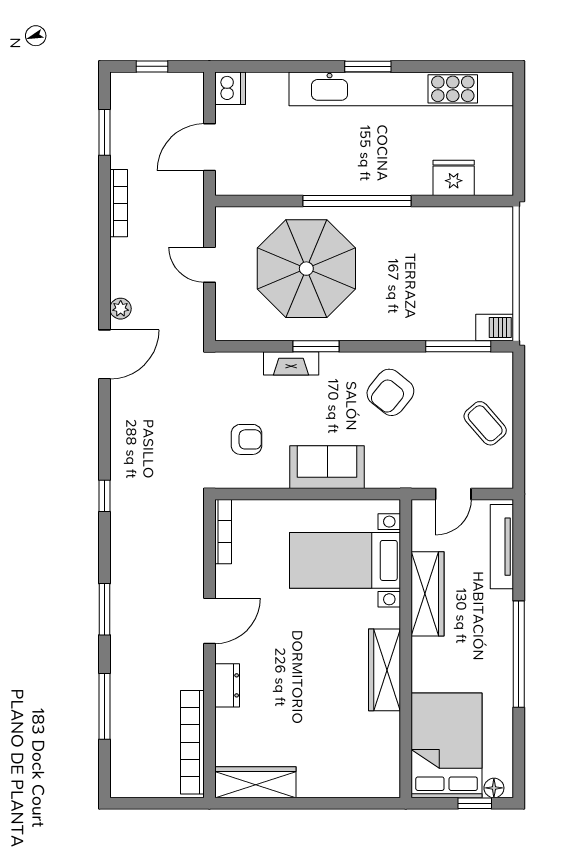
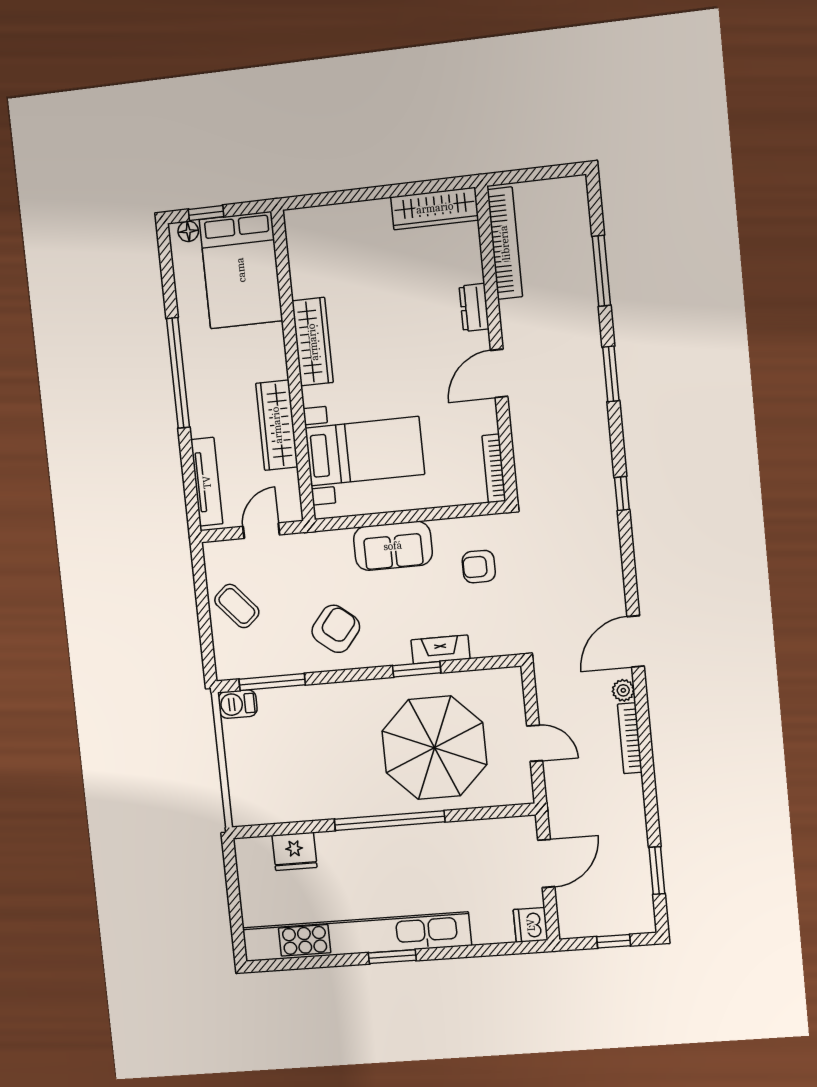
bookcase: (119, 203) -> (630, 738), moved

